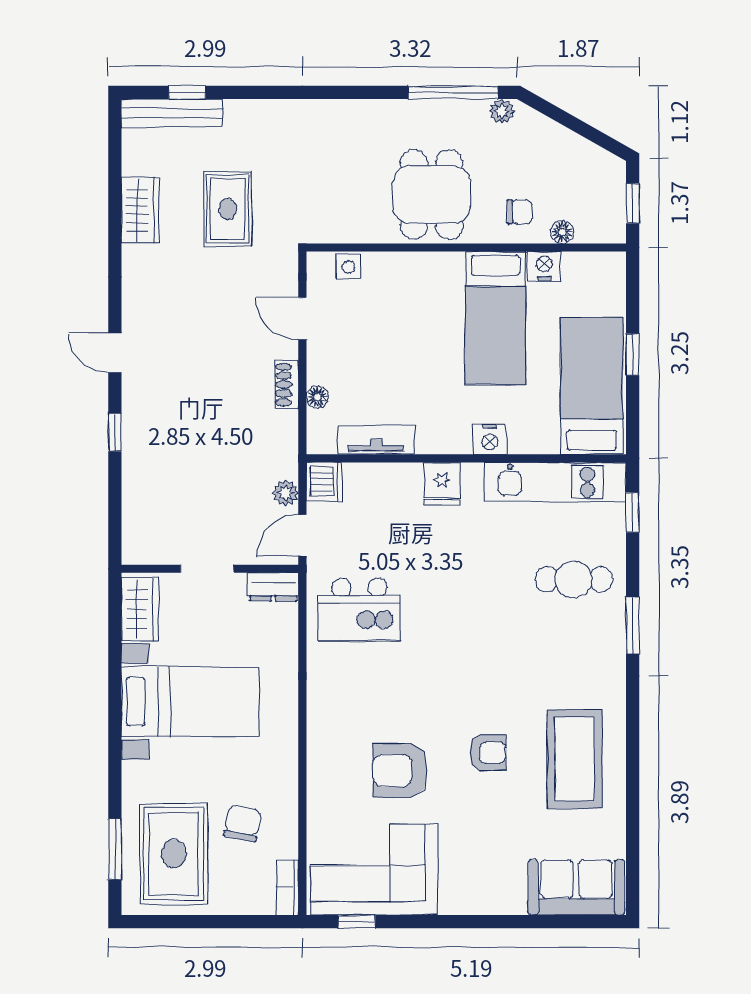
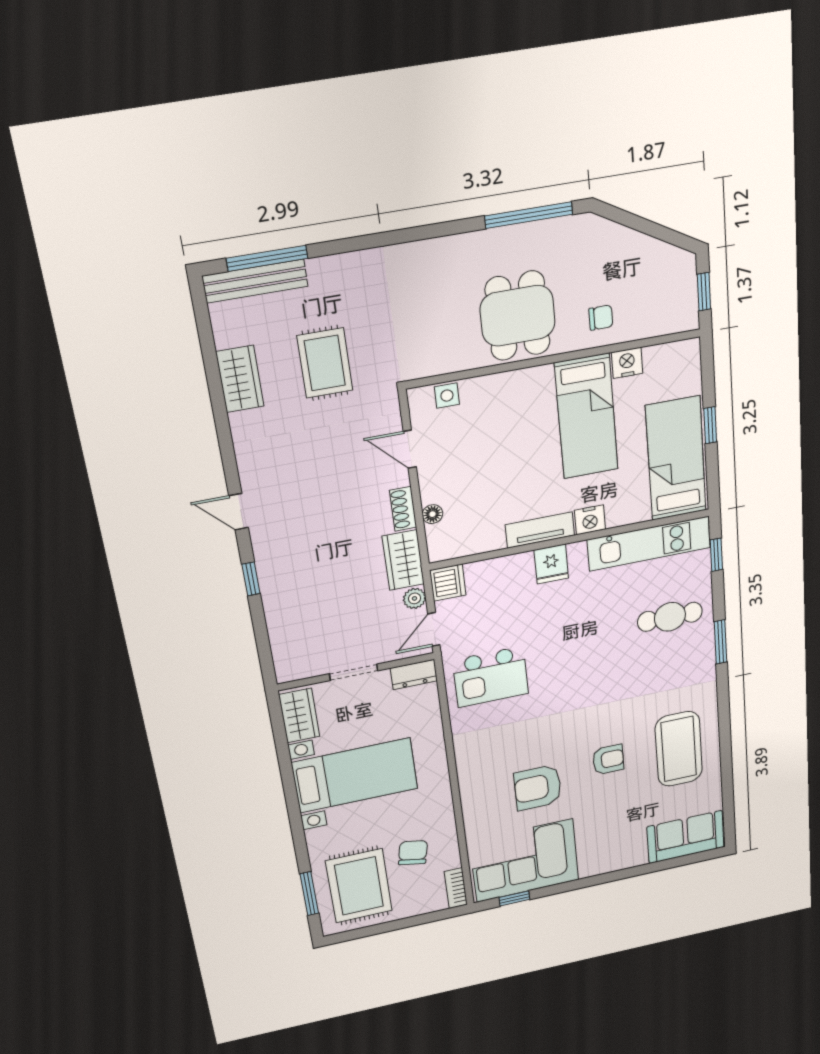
window: (187, 92) -> (267, 258), width x2.17
plant: (502, 111) -> (577, 226), removed
floor lamp: (562, 232) -> (641, 329), removed
tv unit: (376, 440) -> (540, 530), moved
wardrobe: (279, 444) -> (403, 560), added

